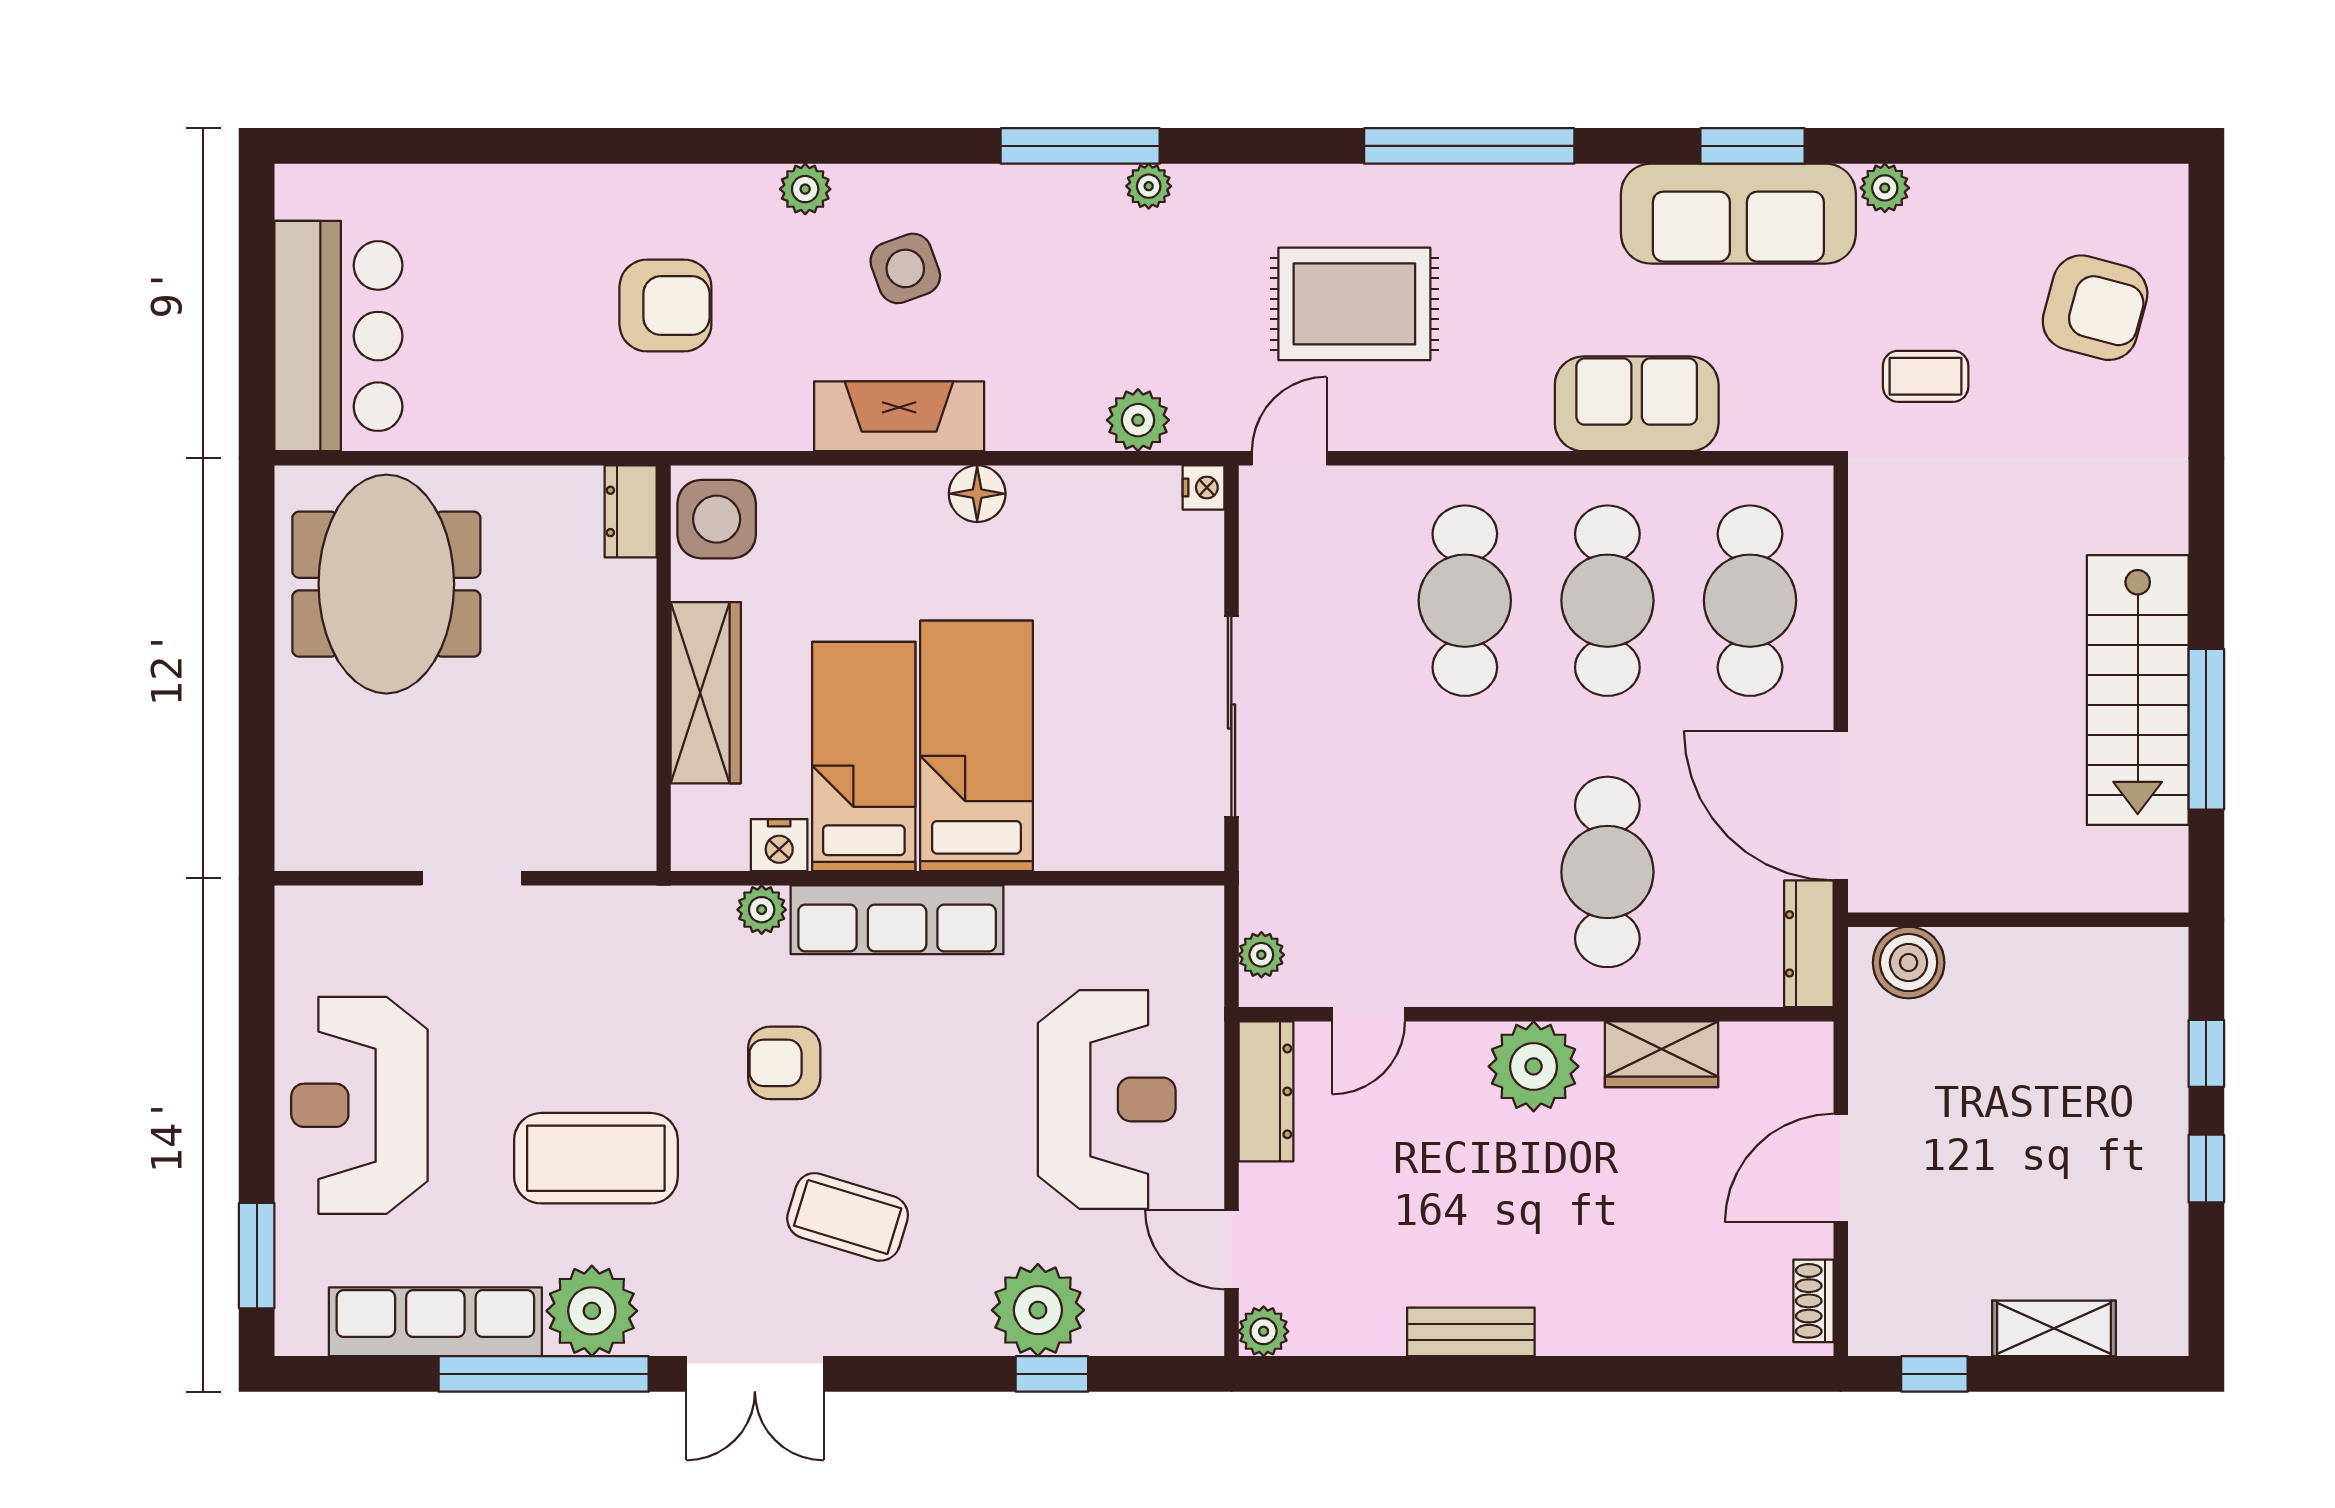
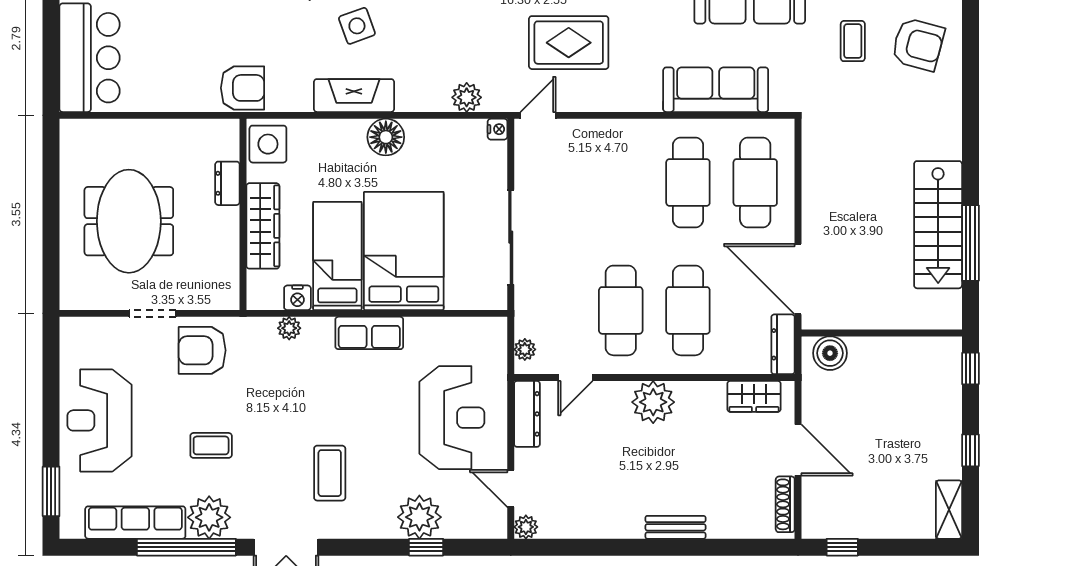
armchair: (665, 306) -> (243, 88), moved
coffee table: (1926, 376) -> (853, 41), moved, turned 90
sofa: (1637, 404) -> (716, 90), width x1.36
floor lamp: (977, 494) -> (386, 137), width x1.38, depth x1.38
dresser: (631, 511) -> (227, 183), moved
meeting table: (386, 584) -> (129, 221), moved
cafe table: (1465, 601) -> (621, 310), moved
bed: (977, 746) -> (404, 251), width x1.50
row of seats: (897, 920) -> (369, 333), width x0.68
window: (2206, 1053) -> (970, 369), moved
wardrobe: (1661, 1054) -> (754, 396), moved
armchair: (784, 1063) -> (202, 350), moved, width x1.38, depth x1.38
coffee table: (596, 1158) -> (211, 445), width x0.54, depth x0.58
door: (1841, 1168) -> (798, 450), swing flipped
coffee table: (848, 1217) -> (330, 473), turned 73
shoe rack: (1814, 1301) -> (785, 504), width x1.43
shelving: (2054, 1328) -> (949, 510), moved, turned 90
bench: (1471, 1332) -> (675, 527), moved

